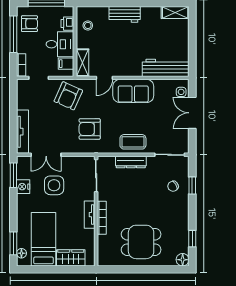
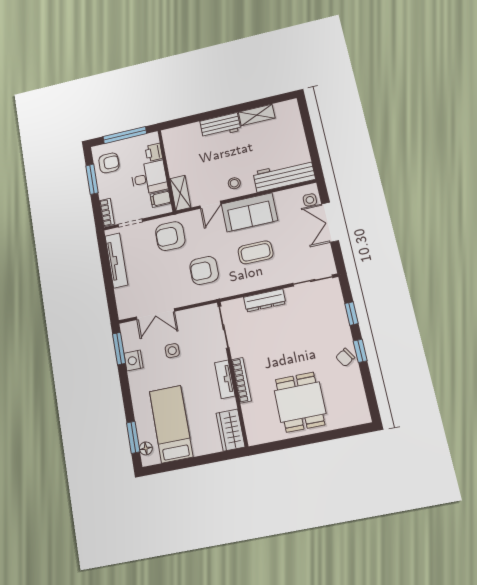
shelving: (175, 13) -> (257, 115), moved
stool: (88, 25) -> (234, 183), moved
window: (13, 34) -> (92, 179), width x0.69
armchair: (68, 96) -> (170, 236), turned 66
tv unit: (23, 132) -> (116, 260), moved
coffee table: (133, 142) -> (256, 252), moved
side table: (54, 185) -> (172, 351), width x0.54, depth x0.54
chair: (173, 186) -> (345, 357), moved
window: (192, 239) -> (360, 351), moved
dining table: (141, 242) -> (300, 402), turned 90
wardrobe: (71, 258) -> (231, 430), moved, turned -90
floor lamp: (183, 260) -> (361, 415), removed

